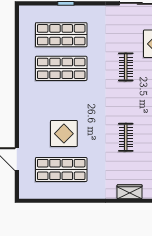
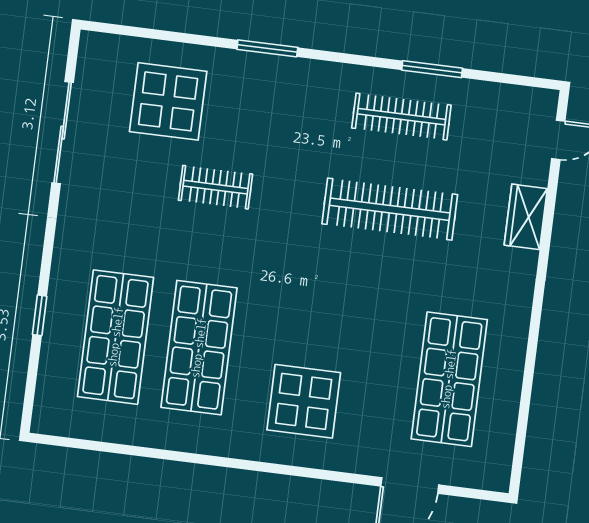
display table: (64, 134) -> (304, 401), moved
clothes rail: (126, 137) -> (390, 209), width x1.86, depth x1.31

